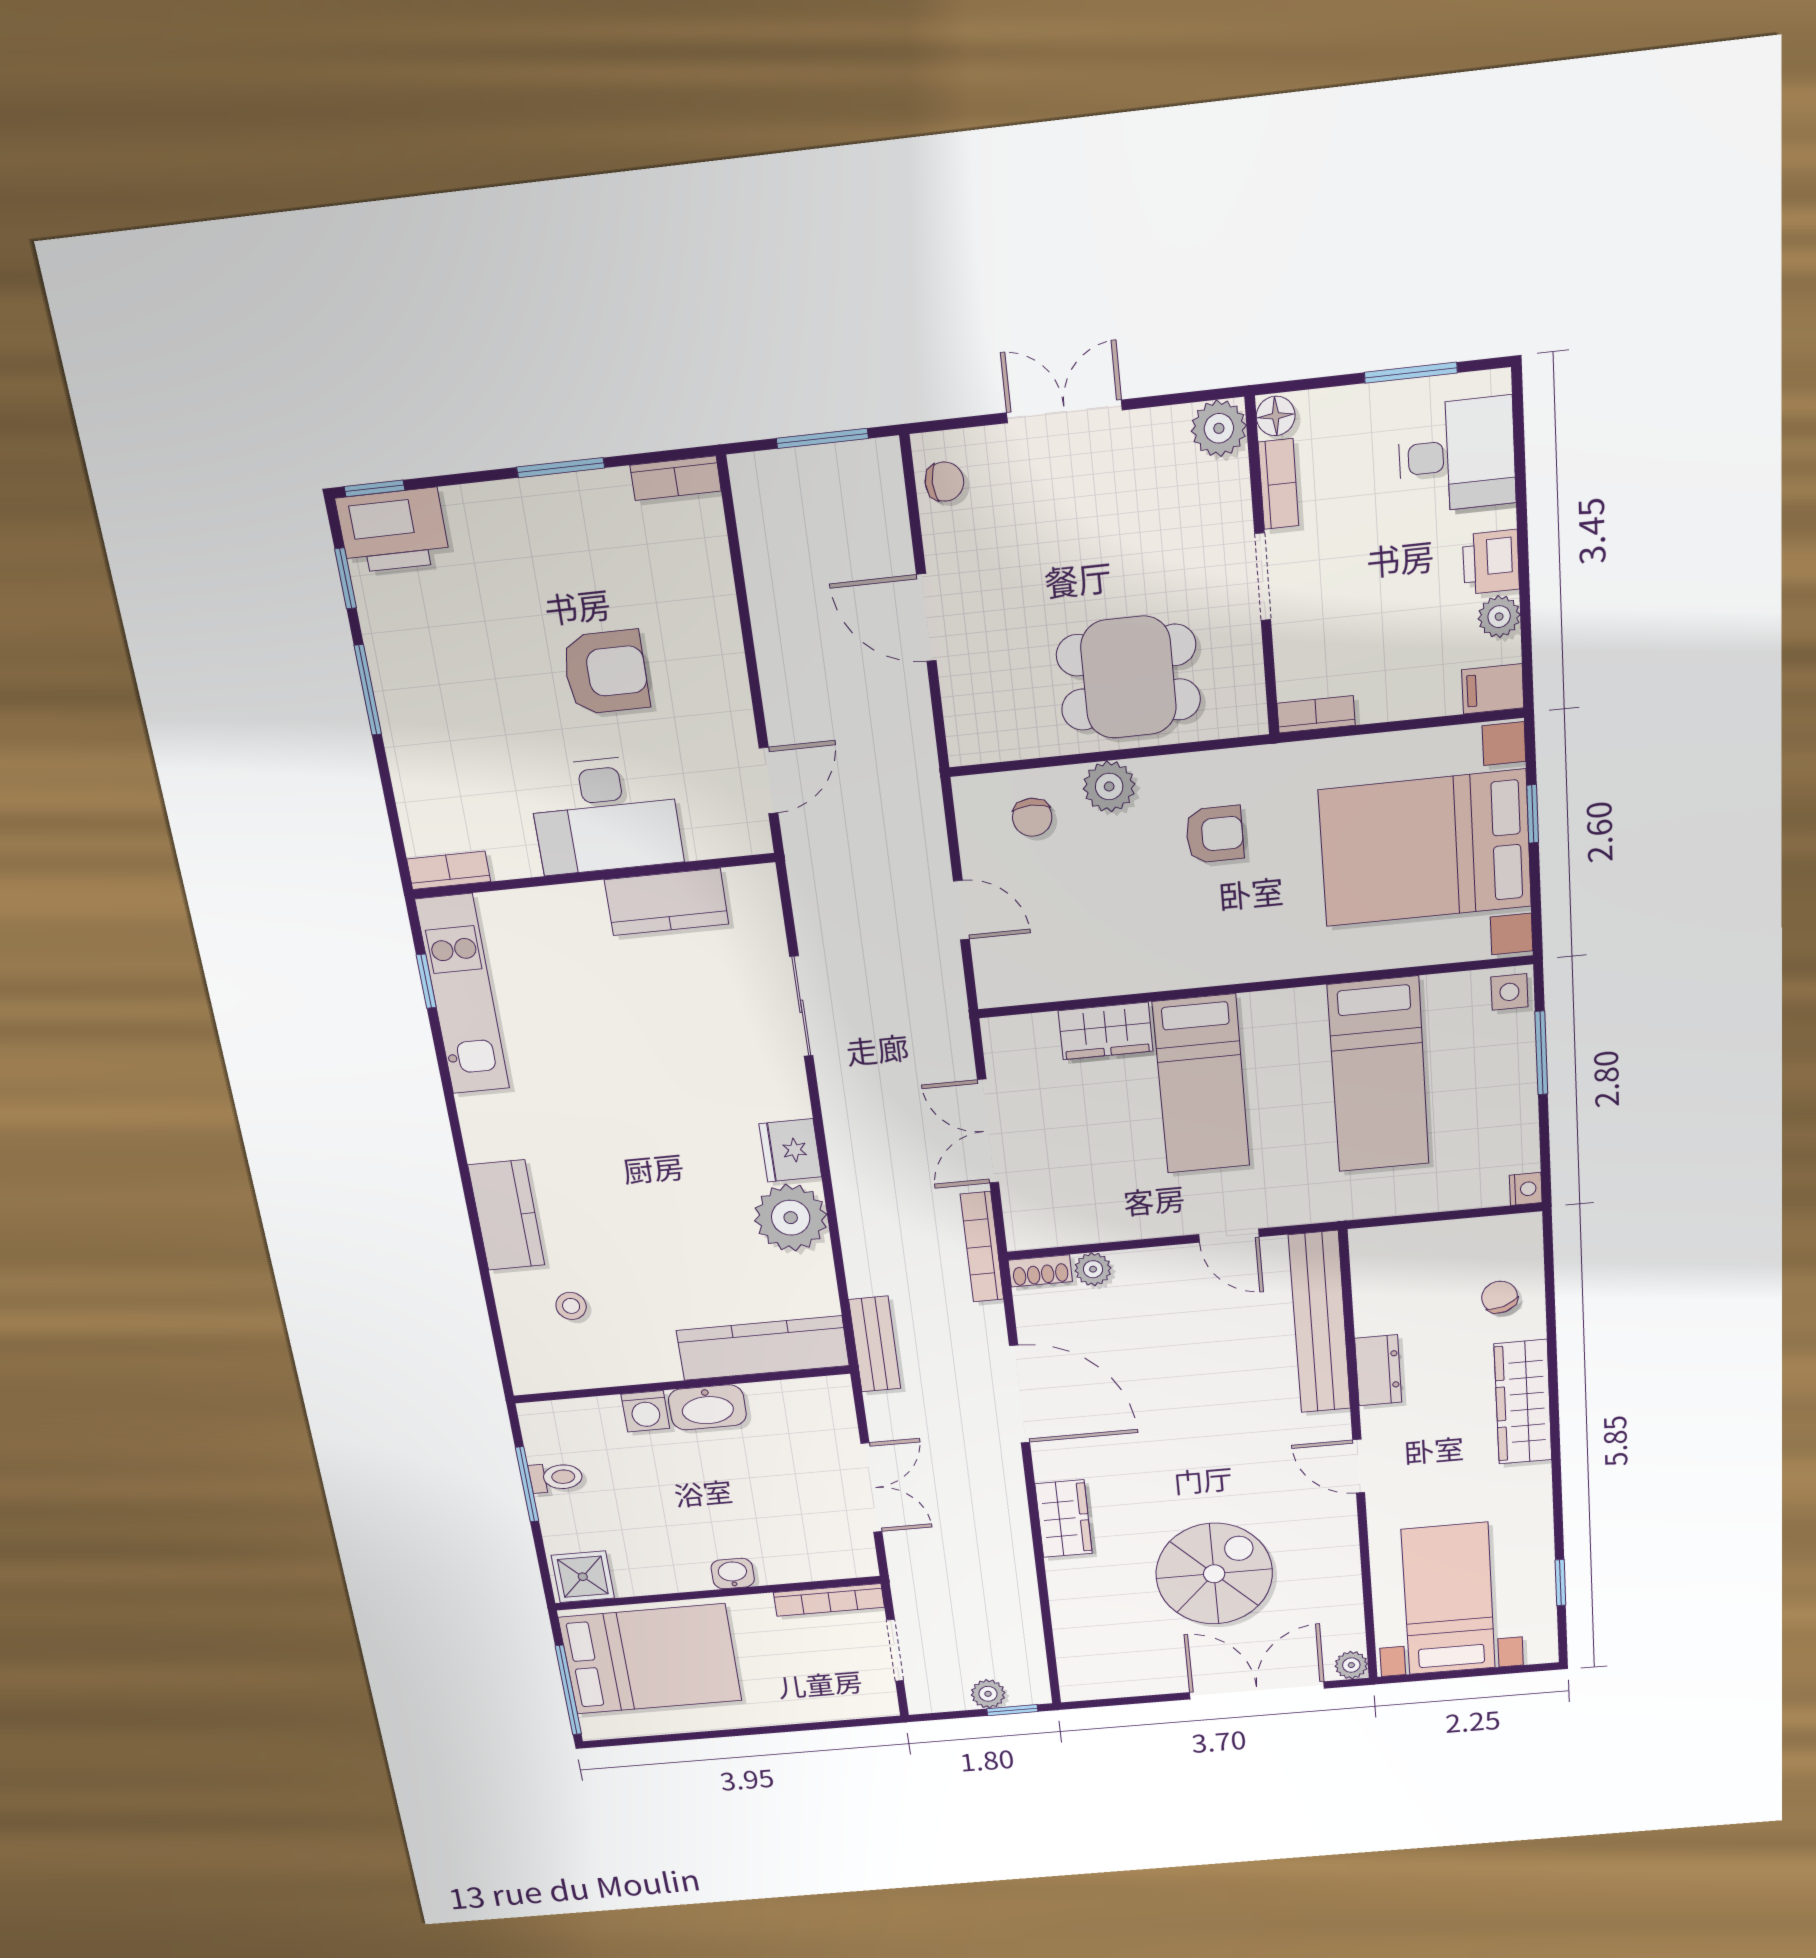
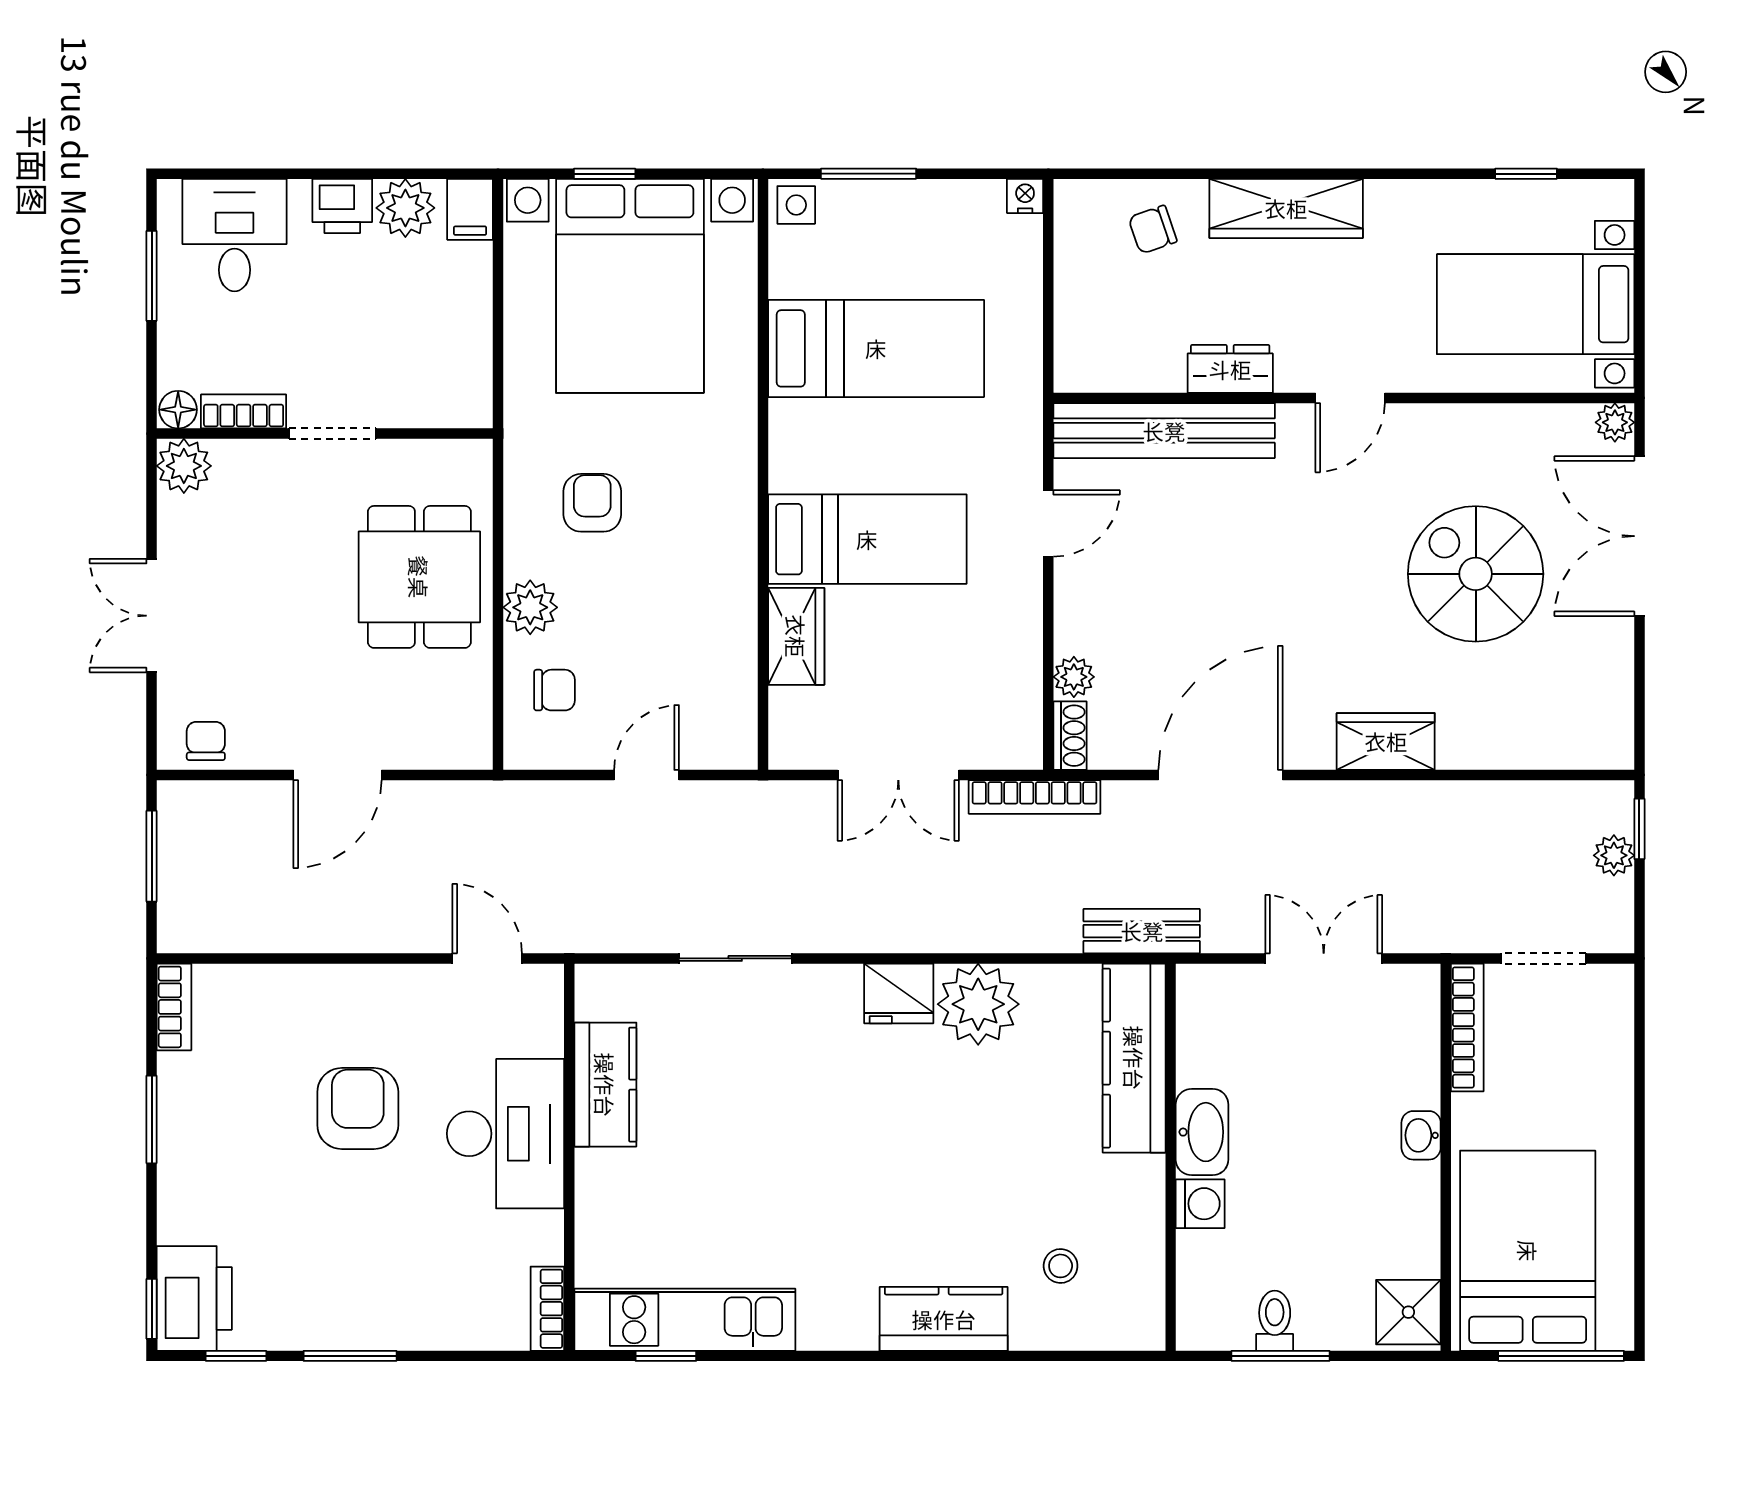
plant: (1499, 617) -> (405, 208), width x1.38, depth x1.38
bookcase: (1316, 714) -> (477, 390), removed

